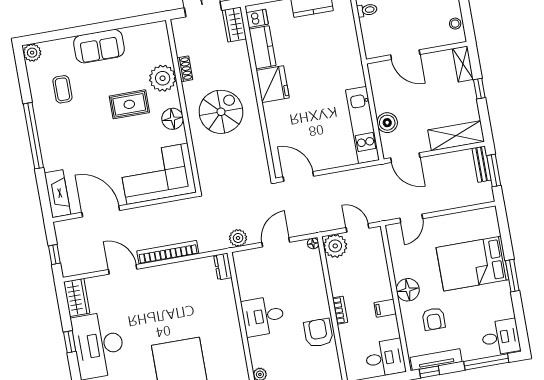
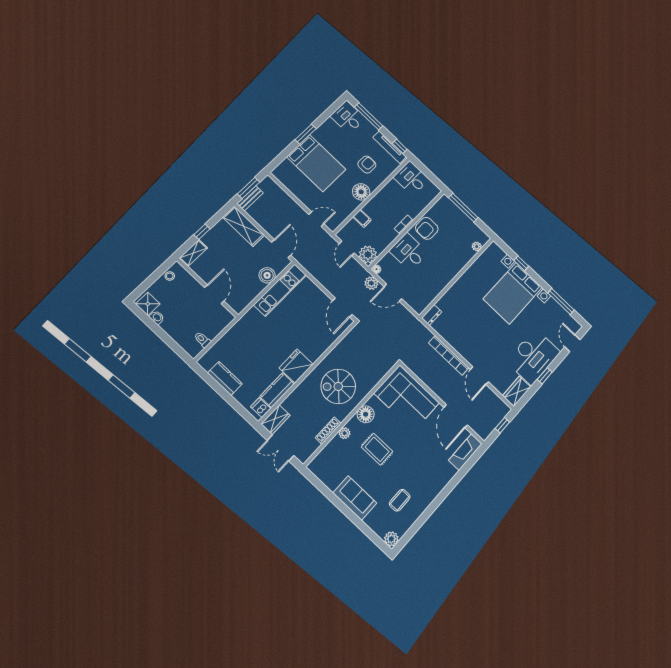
shoe rack: (185, 69) -> (328, 431), width x1.43
plant: (163, 78) -> (344, 433), width x0.53, depth x0.53
window: (33, 136) -> (442, 496), removed
plant: (238, 238) -> (371, 283), moved
filing cabinet: (385, 308) -> (362, 218), moved
desk: (263, 316) -> (408, 252), moved, turned 180

